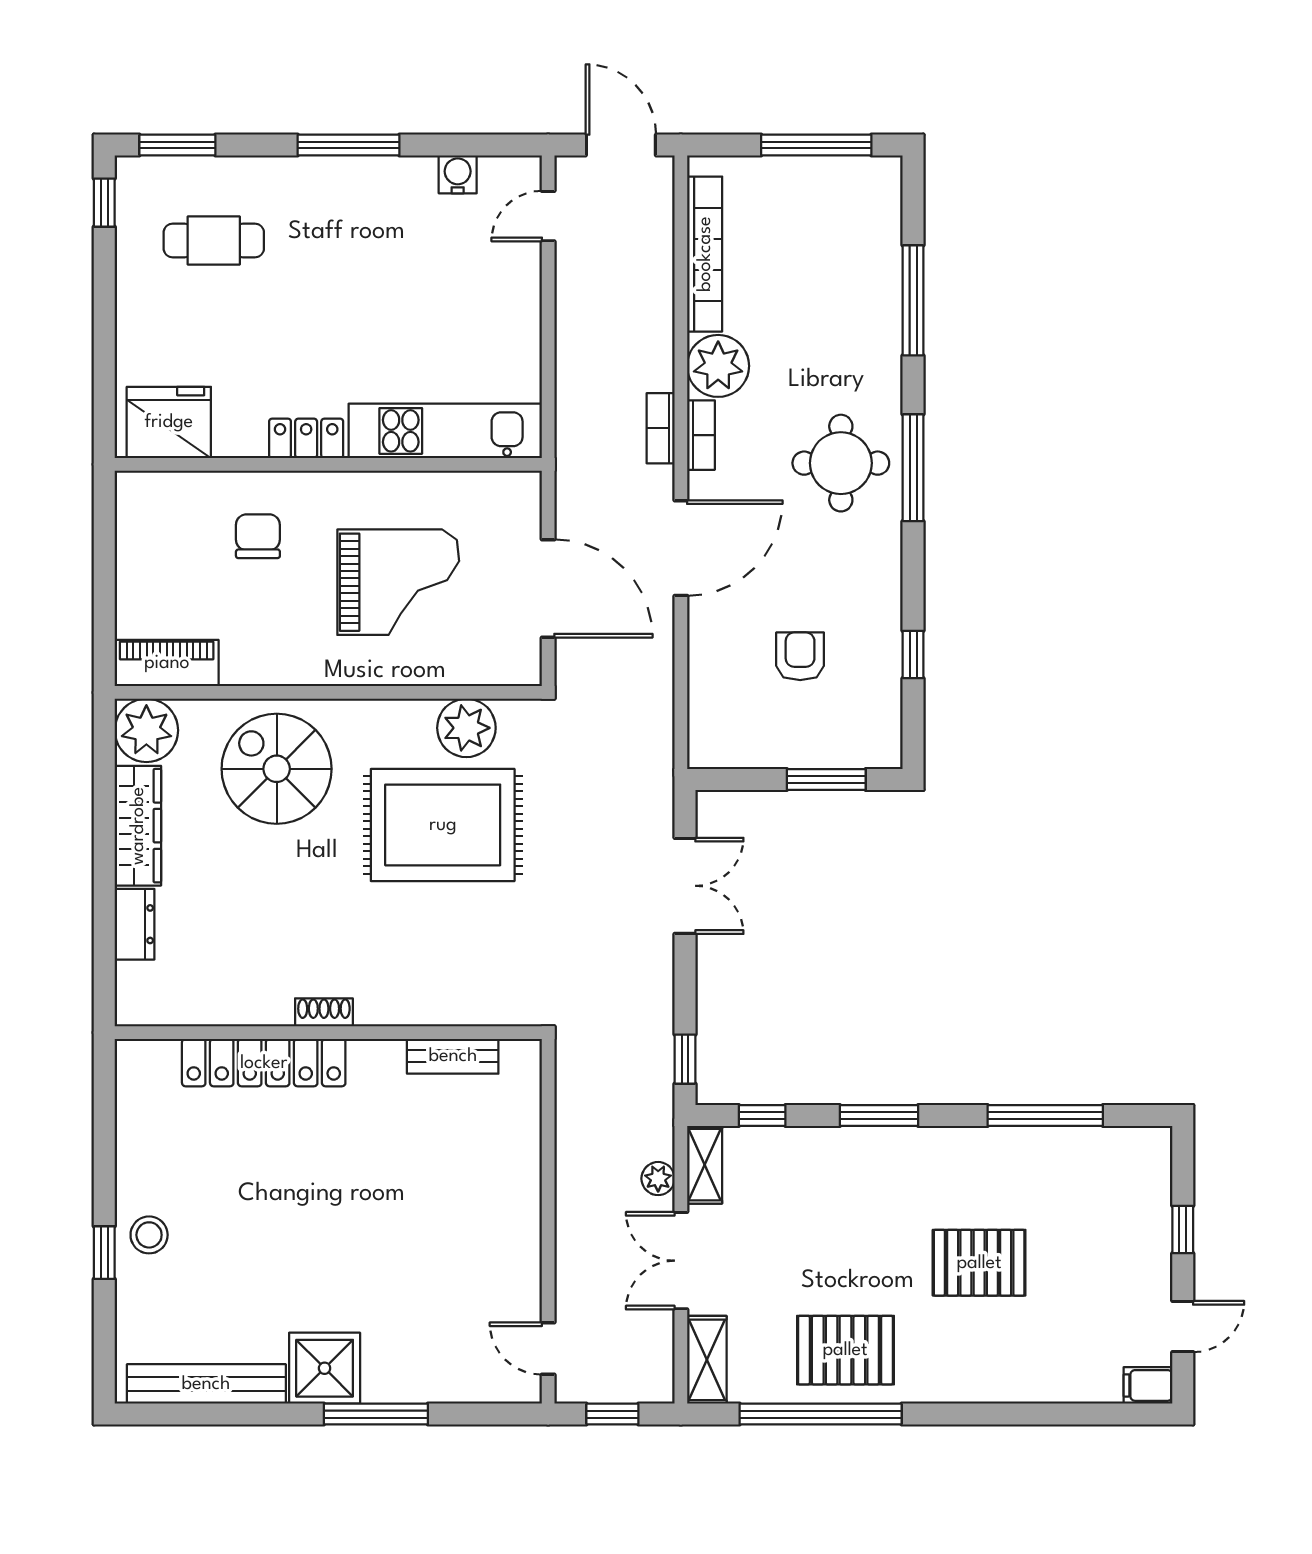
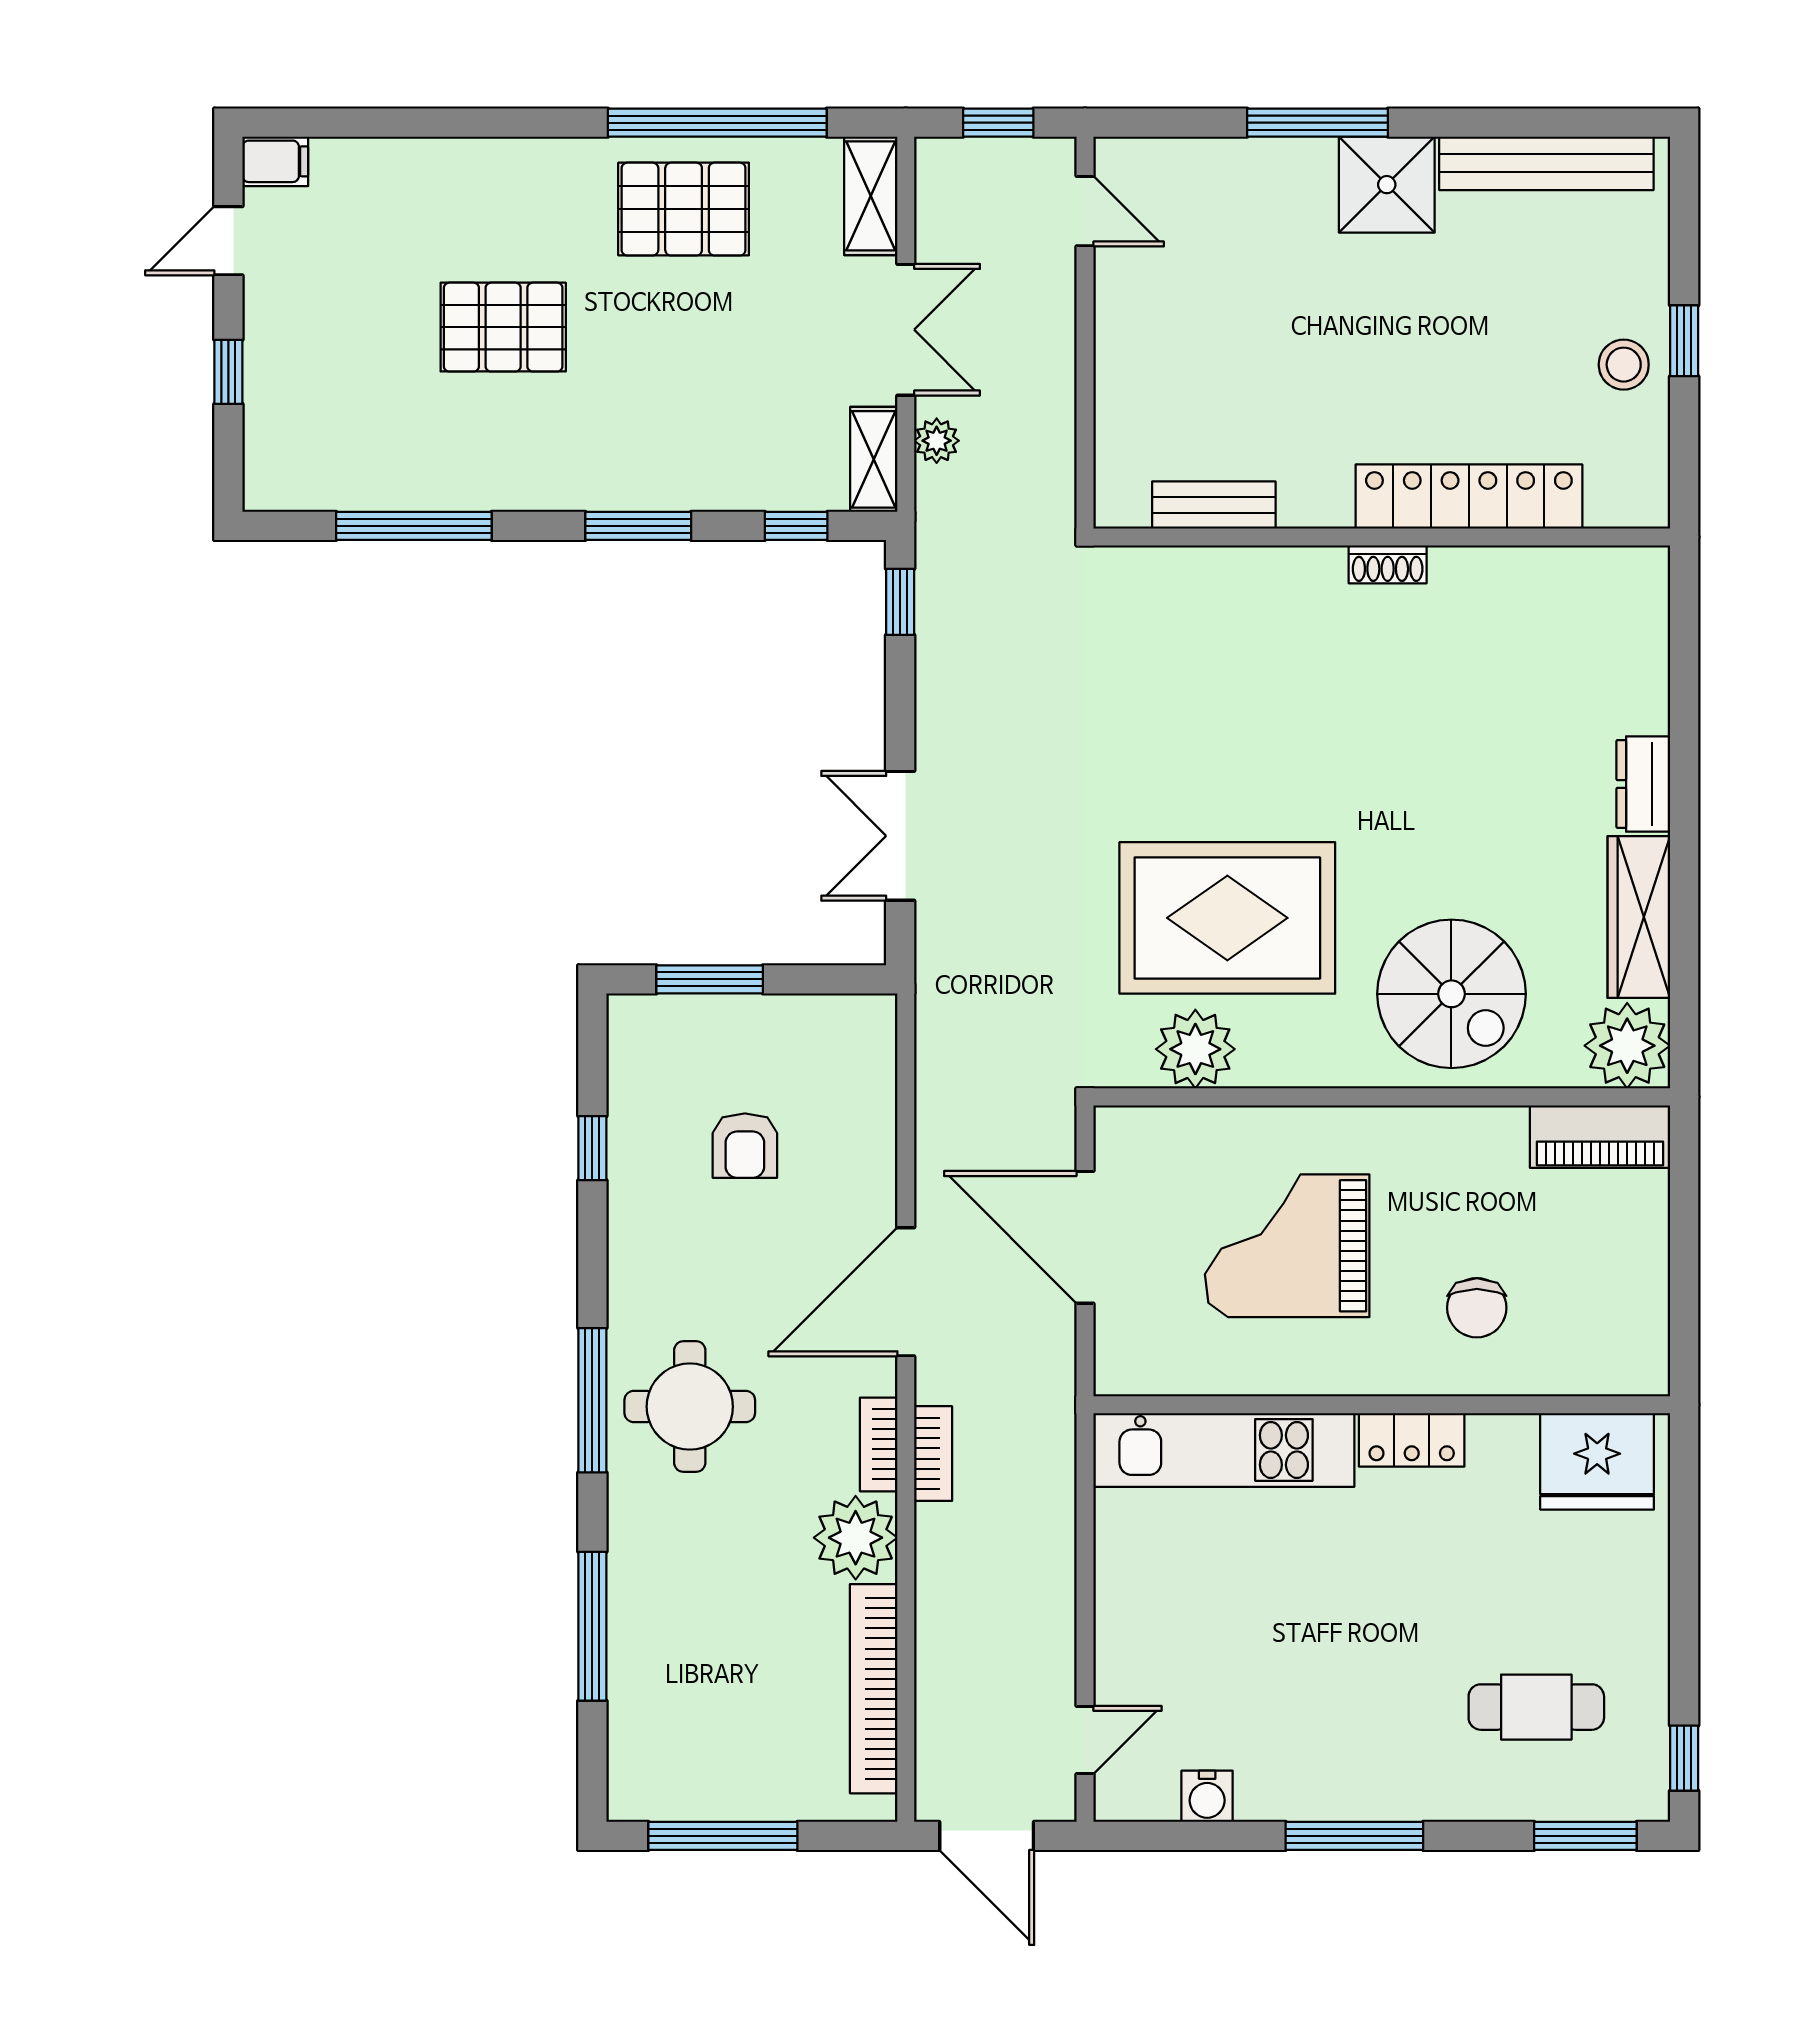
shoe rack: (324, 1012) -> (1388, 564), moved
wall: (328, 1033) -> (1382, 537), moved
bench: (453, 1056) -> (1214, 505), moved
locker: (264, 1063) -> (1469, 497), moved

